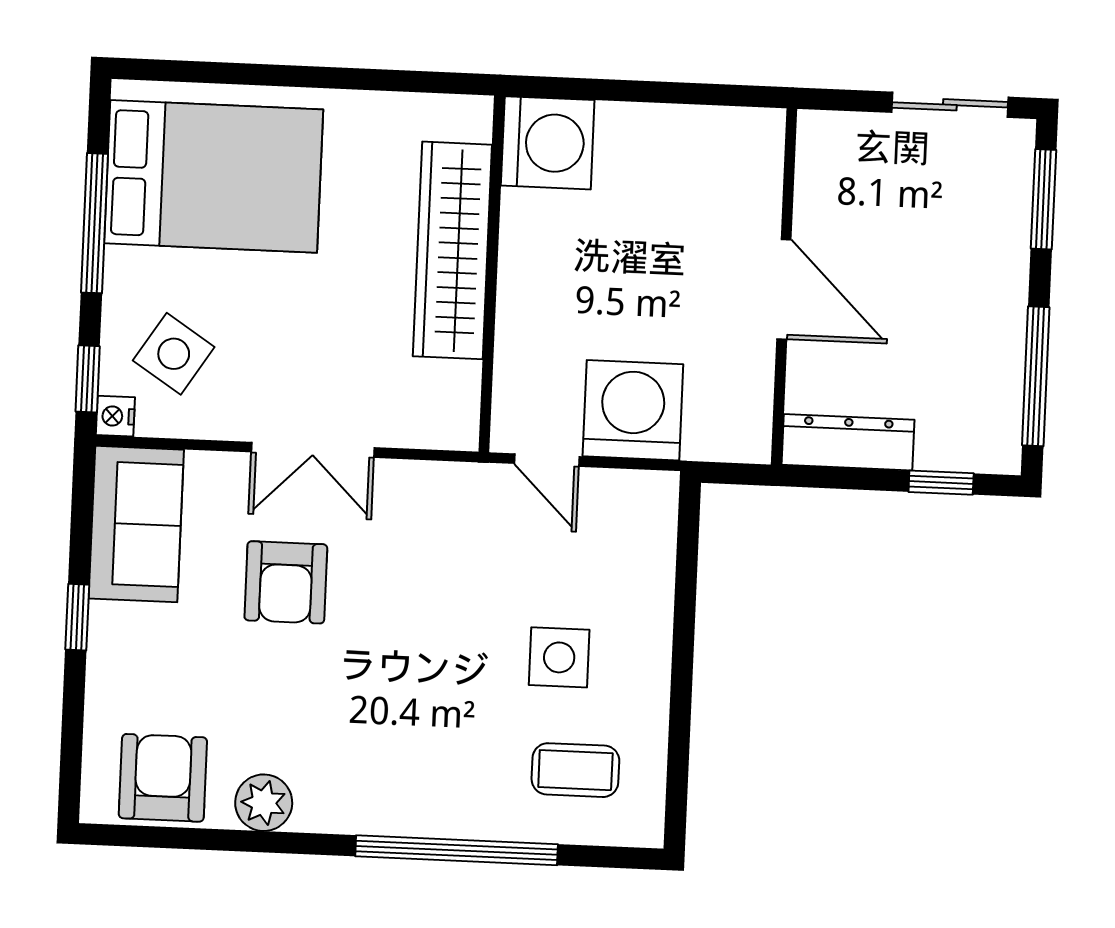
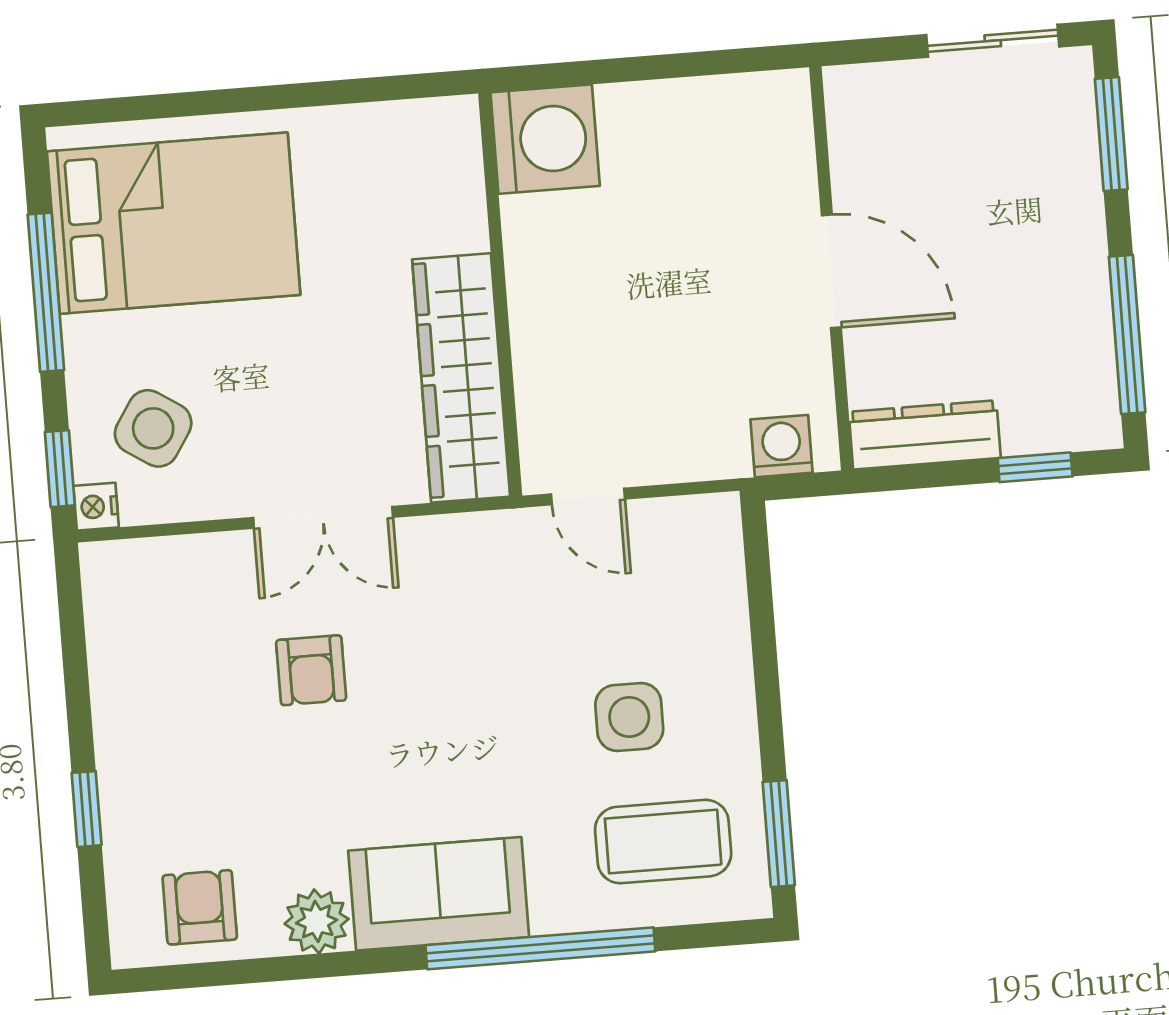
wardrobe: (452, 250) -> (461, 378), moved
washing machine: (633, 410) -> (782, 446), moved, width x0.53, depth x0.53
sofa: (136, 524) -> (439, 894), moved, turned -90
armchair: (286, 582) -> (311, 670), width x0.72, depth x0.72
window: (77, 617) -> (87, 809), moved
coffee table: (575, 770) -> (663, 842), width x1.36, depth x1.30
window: (677, 776) -> (779, 834), added
armchair: (163, 778) -> (200, 907), width x0.72, depth x0.72

